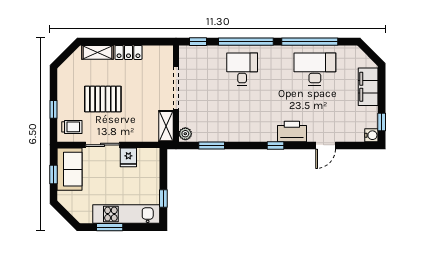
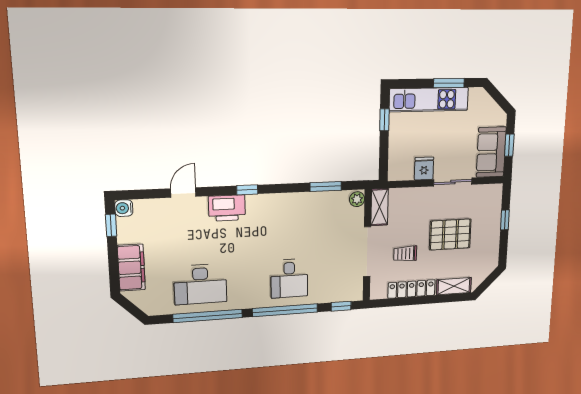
locker: (128, 52) -> (412, 289), width x1.53
trolley: (72, 127) -> (405, 254), moved

